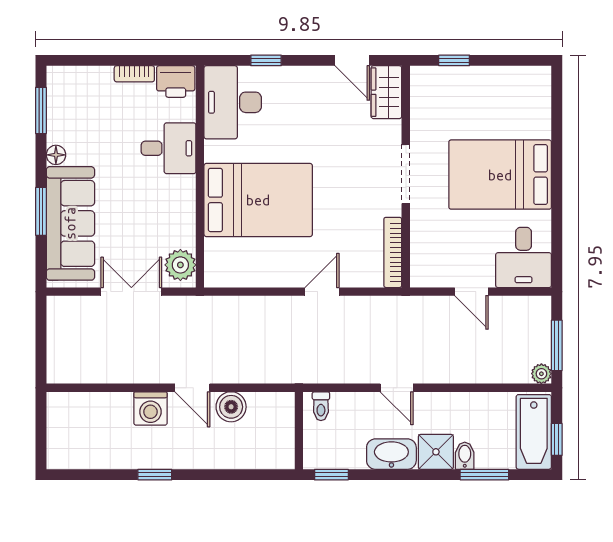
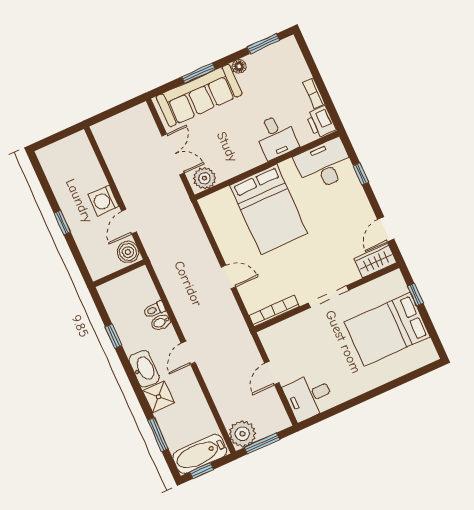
bed: (500, 175) -> (387, 329), moved, turned -90
plant: (541, 374) -> (242, 434), width x1.88, depth x1.88
wall: (299, 431) -> (119, 273), moved
bidet: (465, 456) -> (161, 322), moved, turned 180

